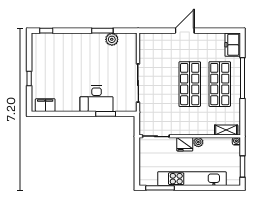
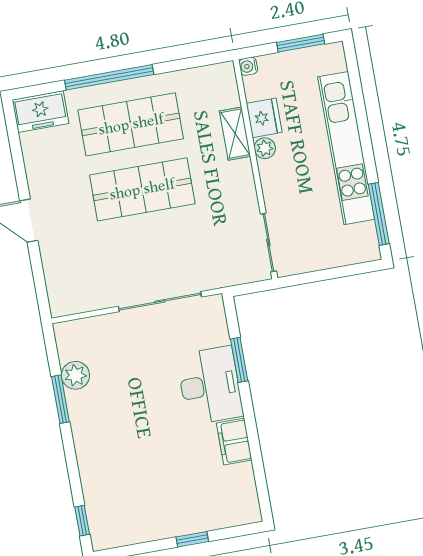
filing cabinet: (45, 105) -> (234, 442), moved
shelving: (226, 130) -> (235, 134), moved
fridge: (185, 144) -> (264, 118), moved

